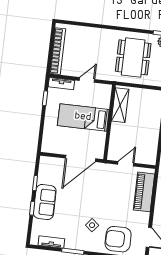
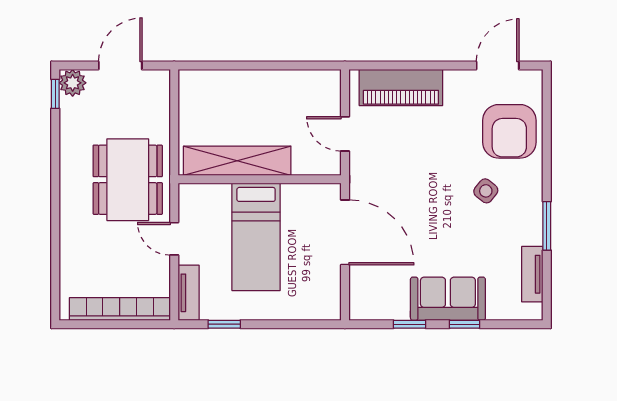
dining table: (133, 57) -> (128, 180), moved, turned 90
shelving: (120, 105) -> (237, 161), width x1.47

